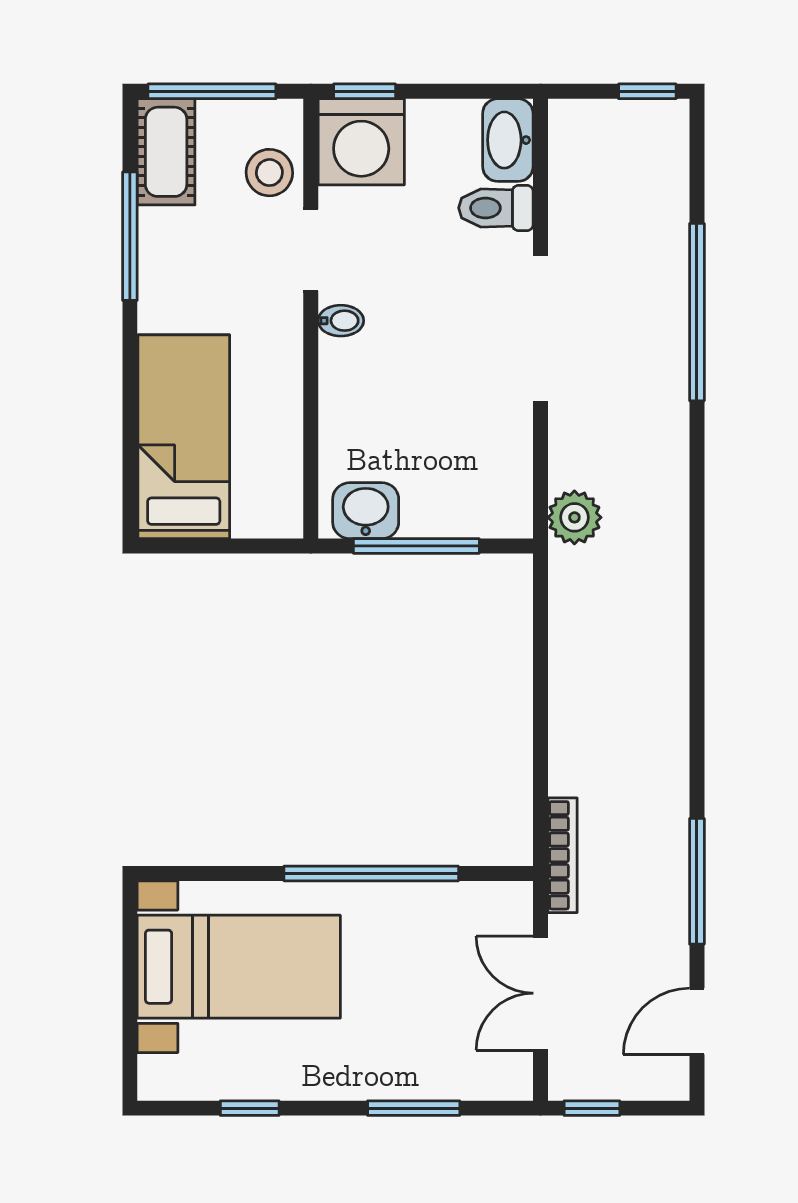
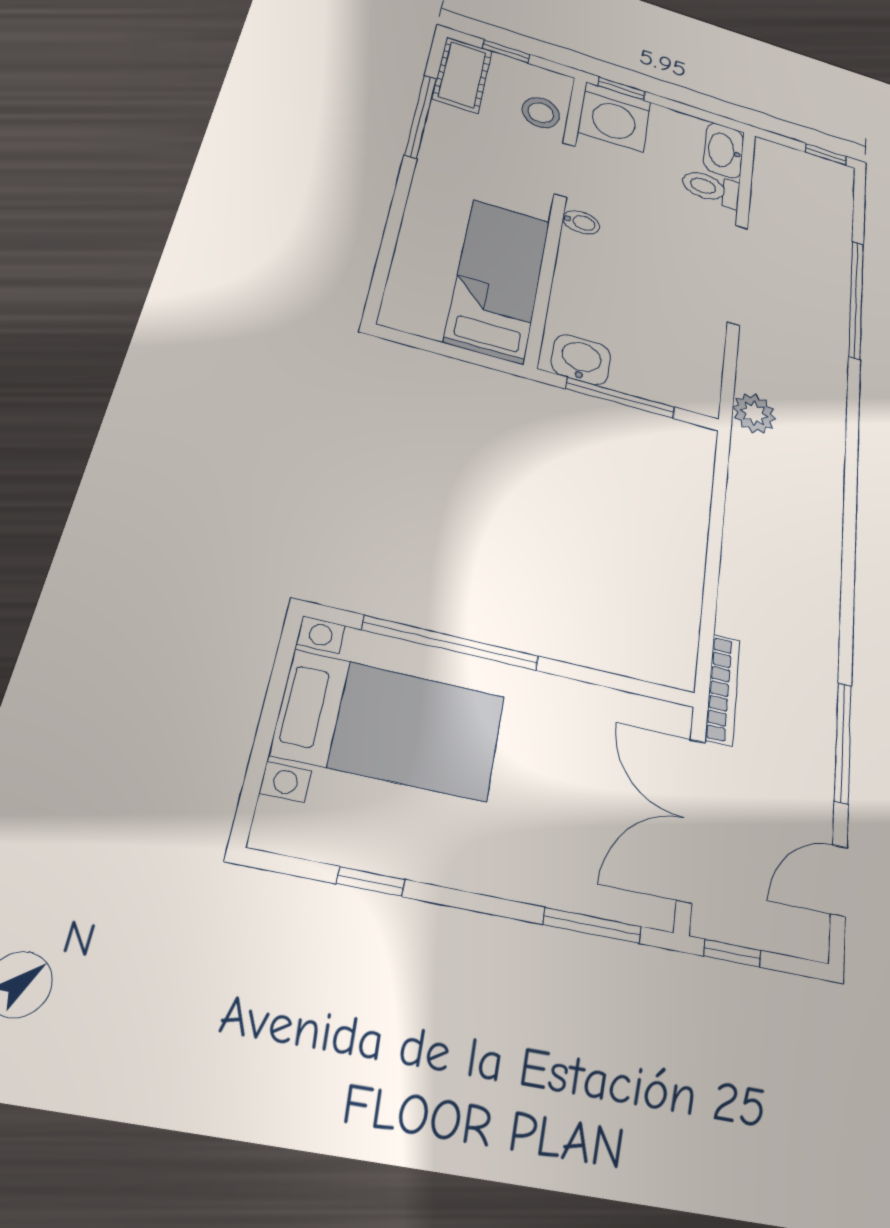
window: (212, 91) -> (506, 51), width x0.46
bed: (184, 437) -> (498, 280), moved
window: (371, 873) -> (451, 643), moved
double door: (540, 993) -> (691, 819), width x1.37
window: (414, 1108) -> (592, 925), moved

